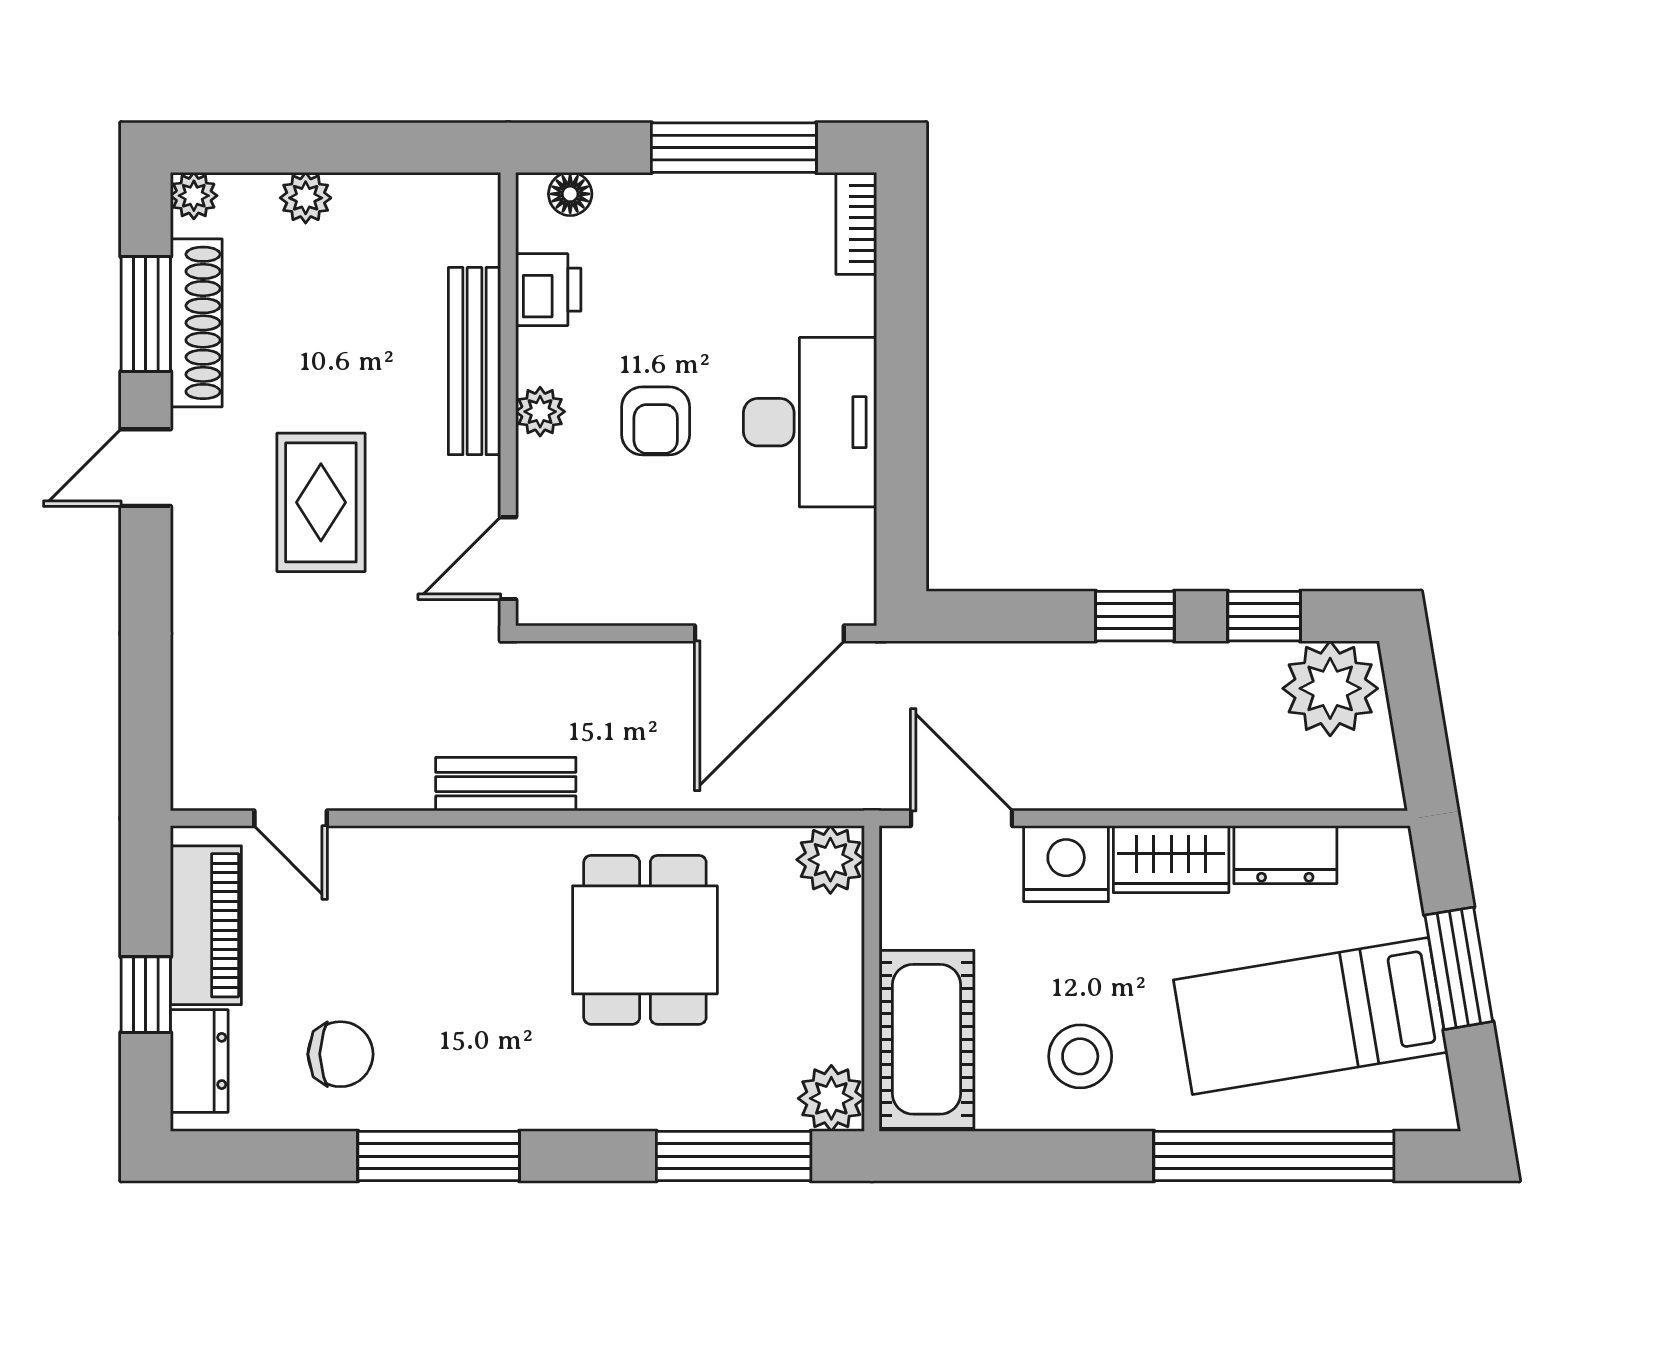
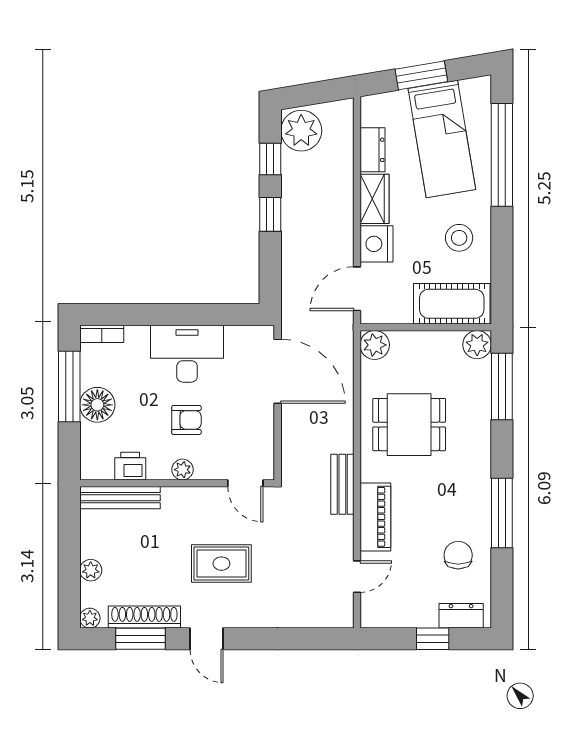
floor lamp: (570, 194) -> (97, 405), moved, width x1.89, depth x1.89
bench: (475, 361) -> (120, 498), moved
piano: (206, 925) -> (375, 517), moved, turned 90

